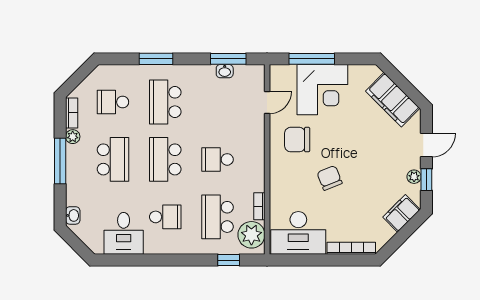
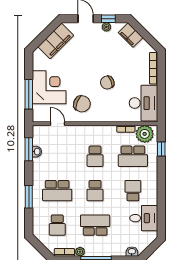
chair: (297, 140) -> (82, 104), turned -69
school desk: (165, 159) -> (95, 191), width x0.54

